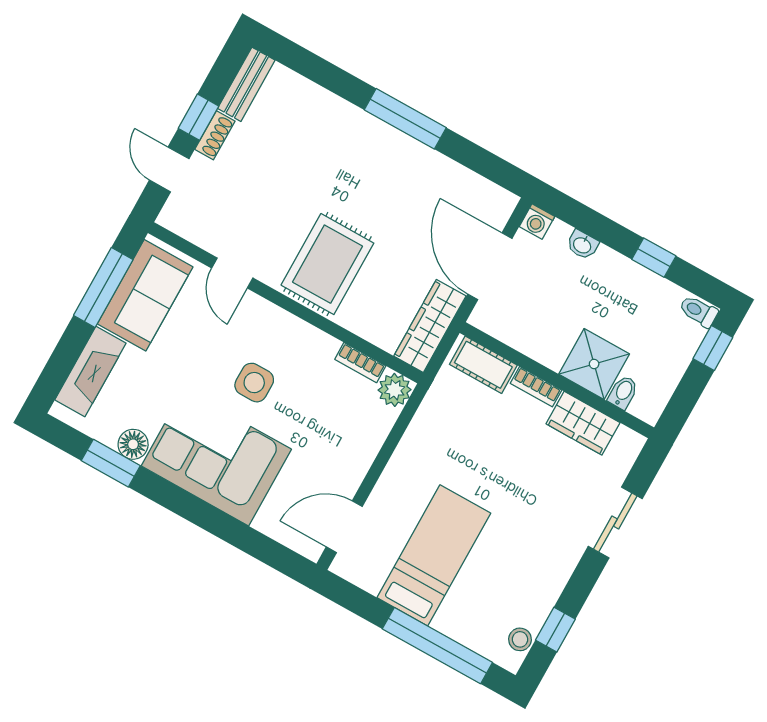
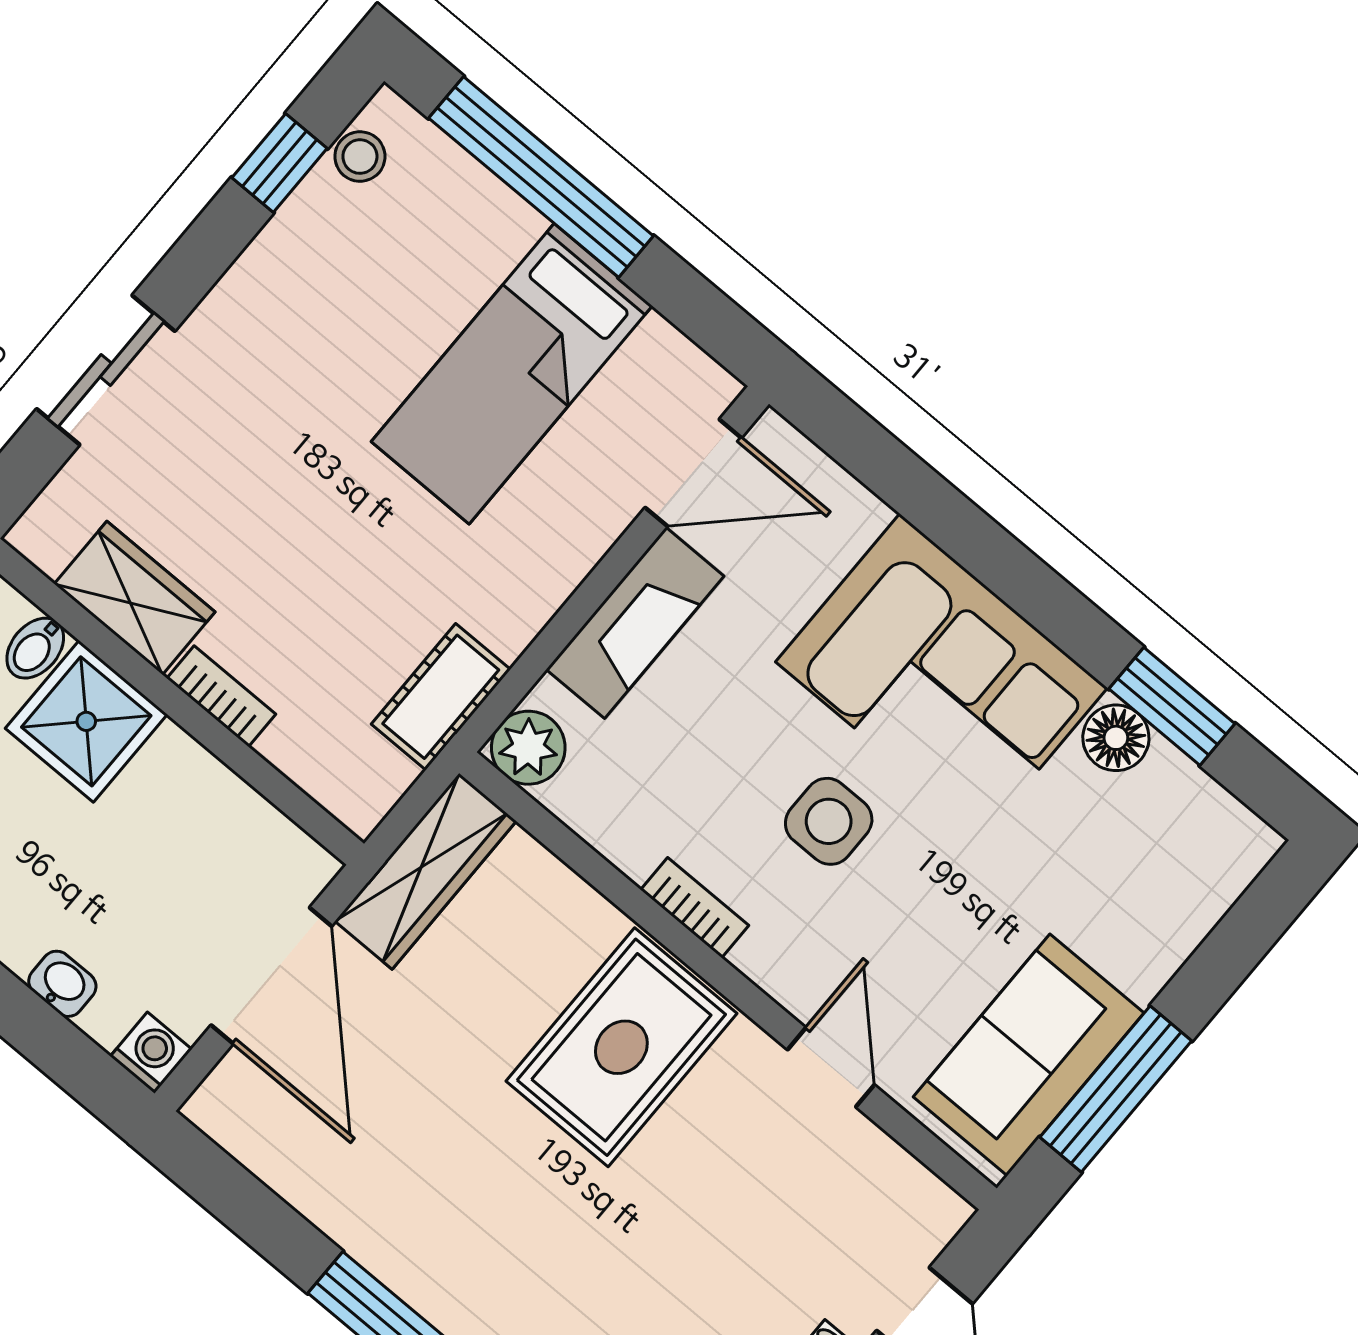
bookcase: (360, 363) -> (695, 908), moved
cot: (483, 365) -> (441, 697), moved, turned 90
fireplace: (90, 371) -> (635, 623), moved, turned 180

